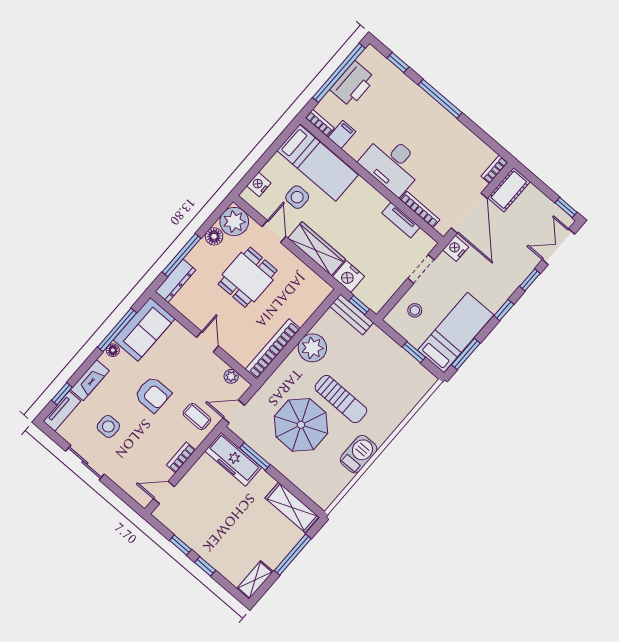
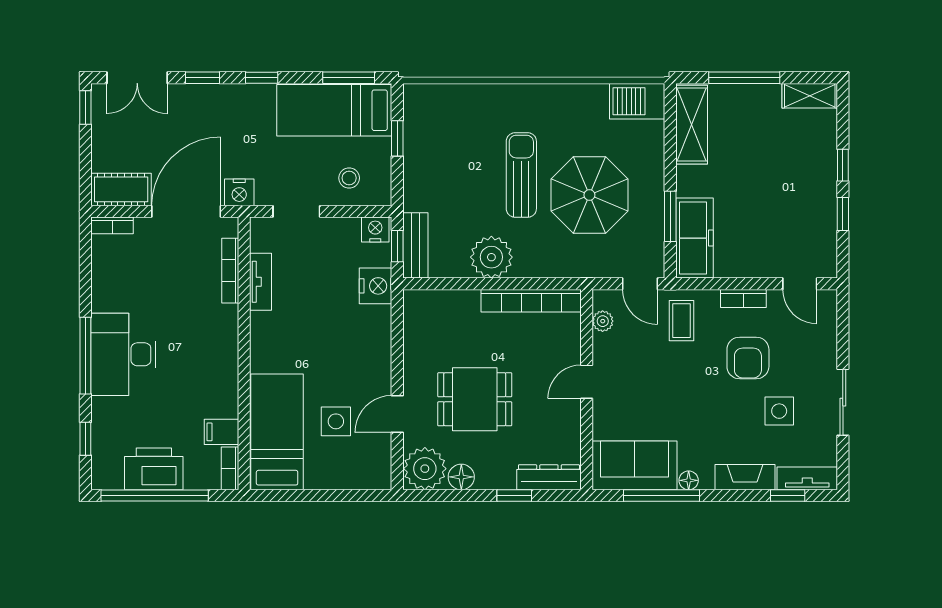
desk: (392, 164) -> (123, 354), moved, turned 180
nightstand: (259, 184) -> (375, 230), moved, turned 180
wardrobe: (317, 249) -> (375, 349), removed
window: (181, 255) -> (514, 495), width x0.46
armchair: (153, 394) -> (748, 358), moved, turned 180
barbecue: (359, 454) -> (637, 101), moved

